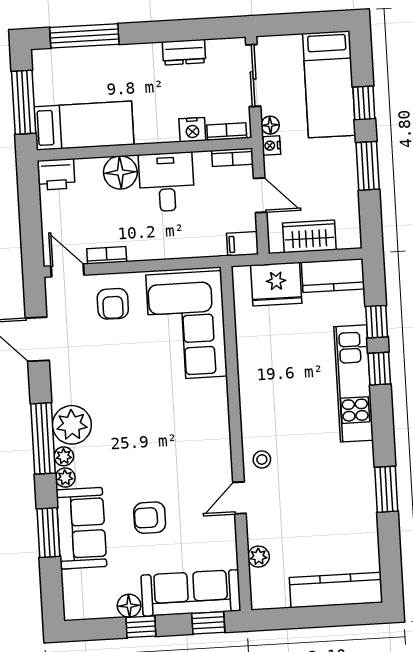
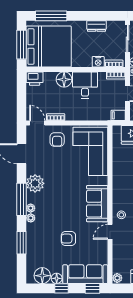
bed: (84, 126) -> (49, 46), width x2.04
plant: (72, 425) -> (35, 183), moved
sofa: (81, 528) -> (97, 204), moved, turned 180
plant: (259, 557) -> (117, 278), moved
floor lamp: (98, 602) -> (42, 276), added

